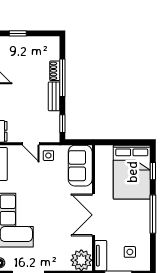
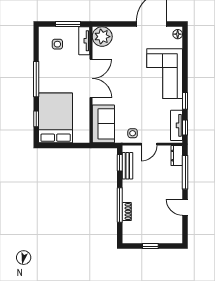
window: (18, 33) -> (150, 246), moved
bench: (54, 96) -> (127, 166), moved
door: (31, 144) -> (149, 144), swing flipped

